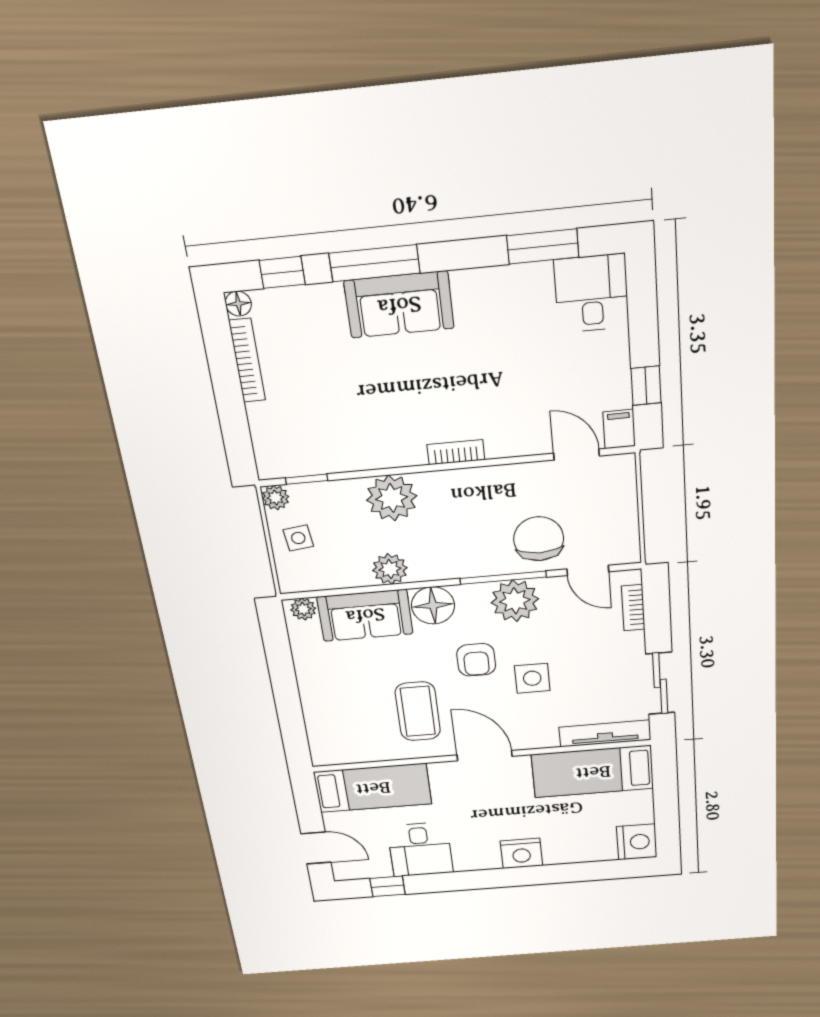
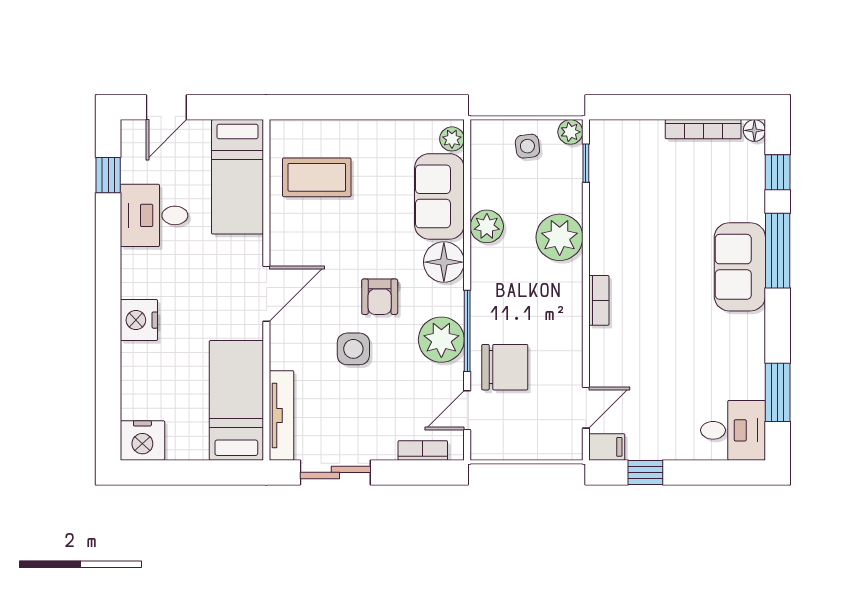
armchair: (476, 660) -> (380, 297), turned -90
coffee table: (418, 711) -> (317, 177), moved

